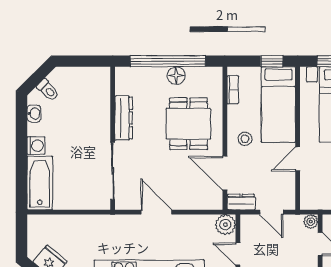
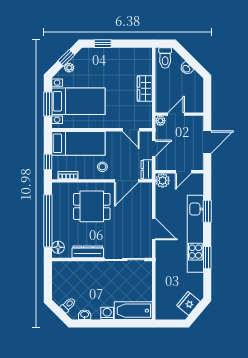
window: (272, 61) -> (48, 162), moved
floor lamp: (176, 76) -> (58, 247), moved
door: (298, 159) -> (131, 130), moved
door: (156, 212) -> (154, 229), swing flipped

